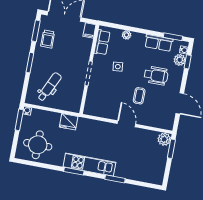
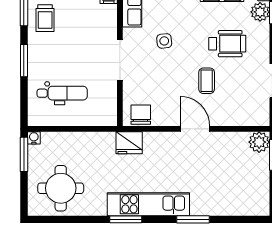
dental chair: (49, 87) -> (62, 93), turned 65
chair: (95, 109) -> (141, 115), added
fridge: (69, 122) -> (129, 143), moved

